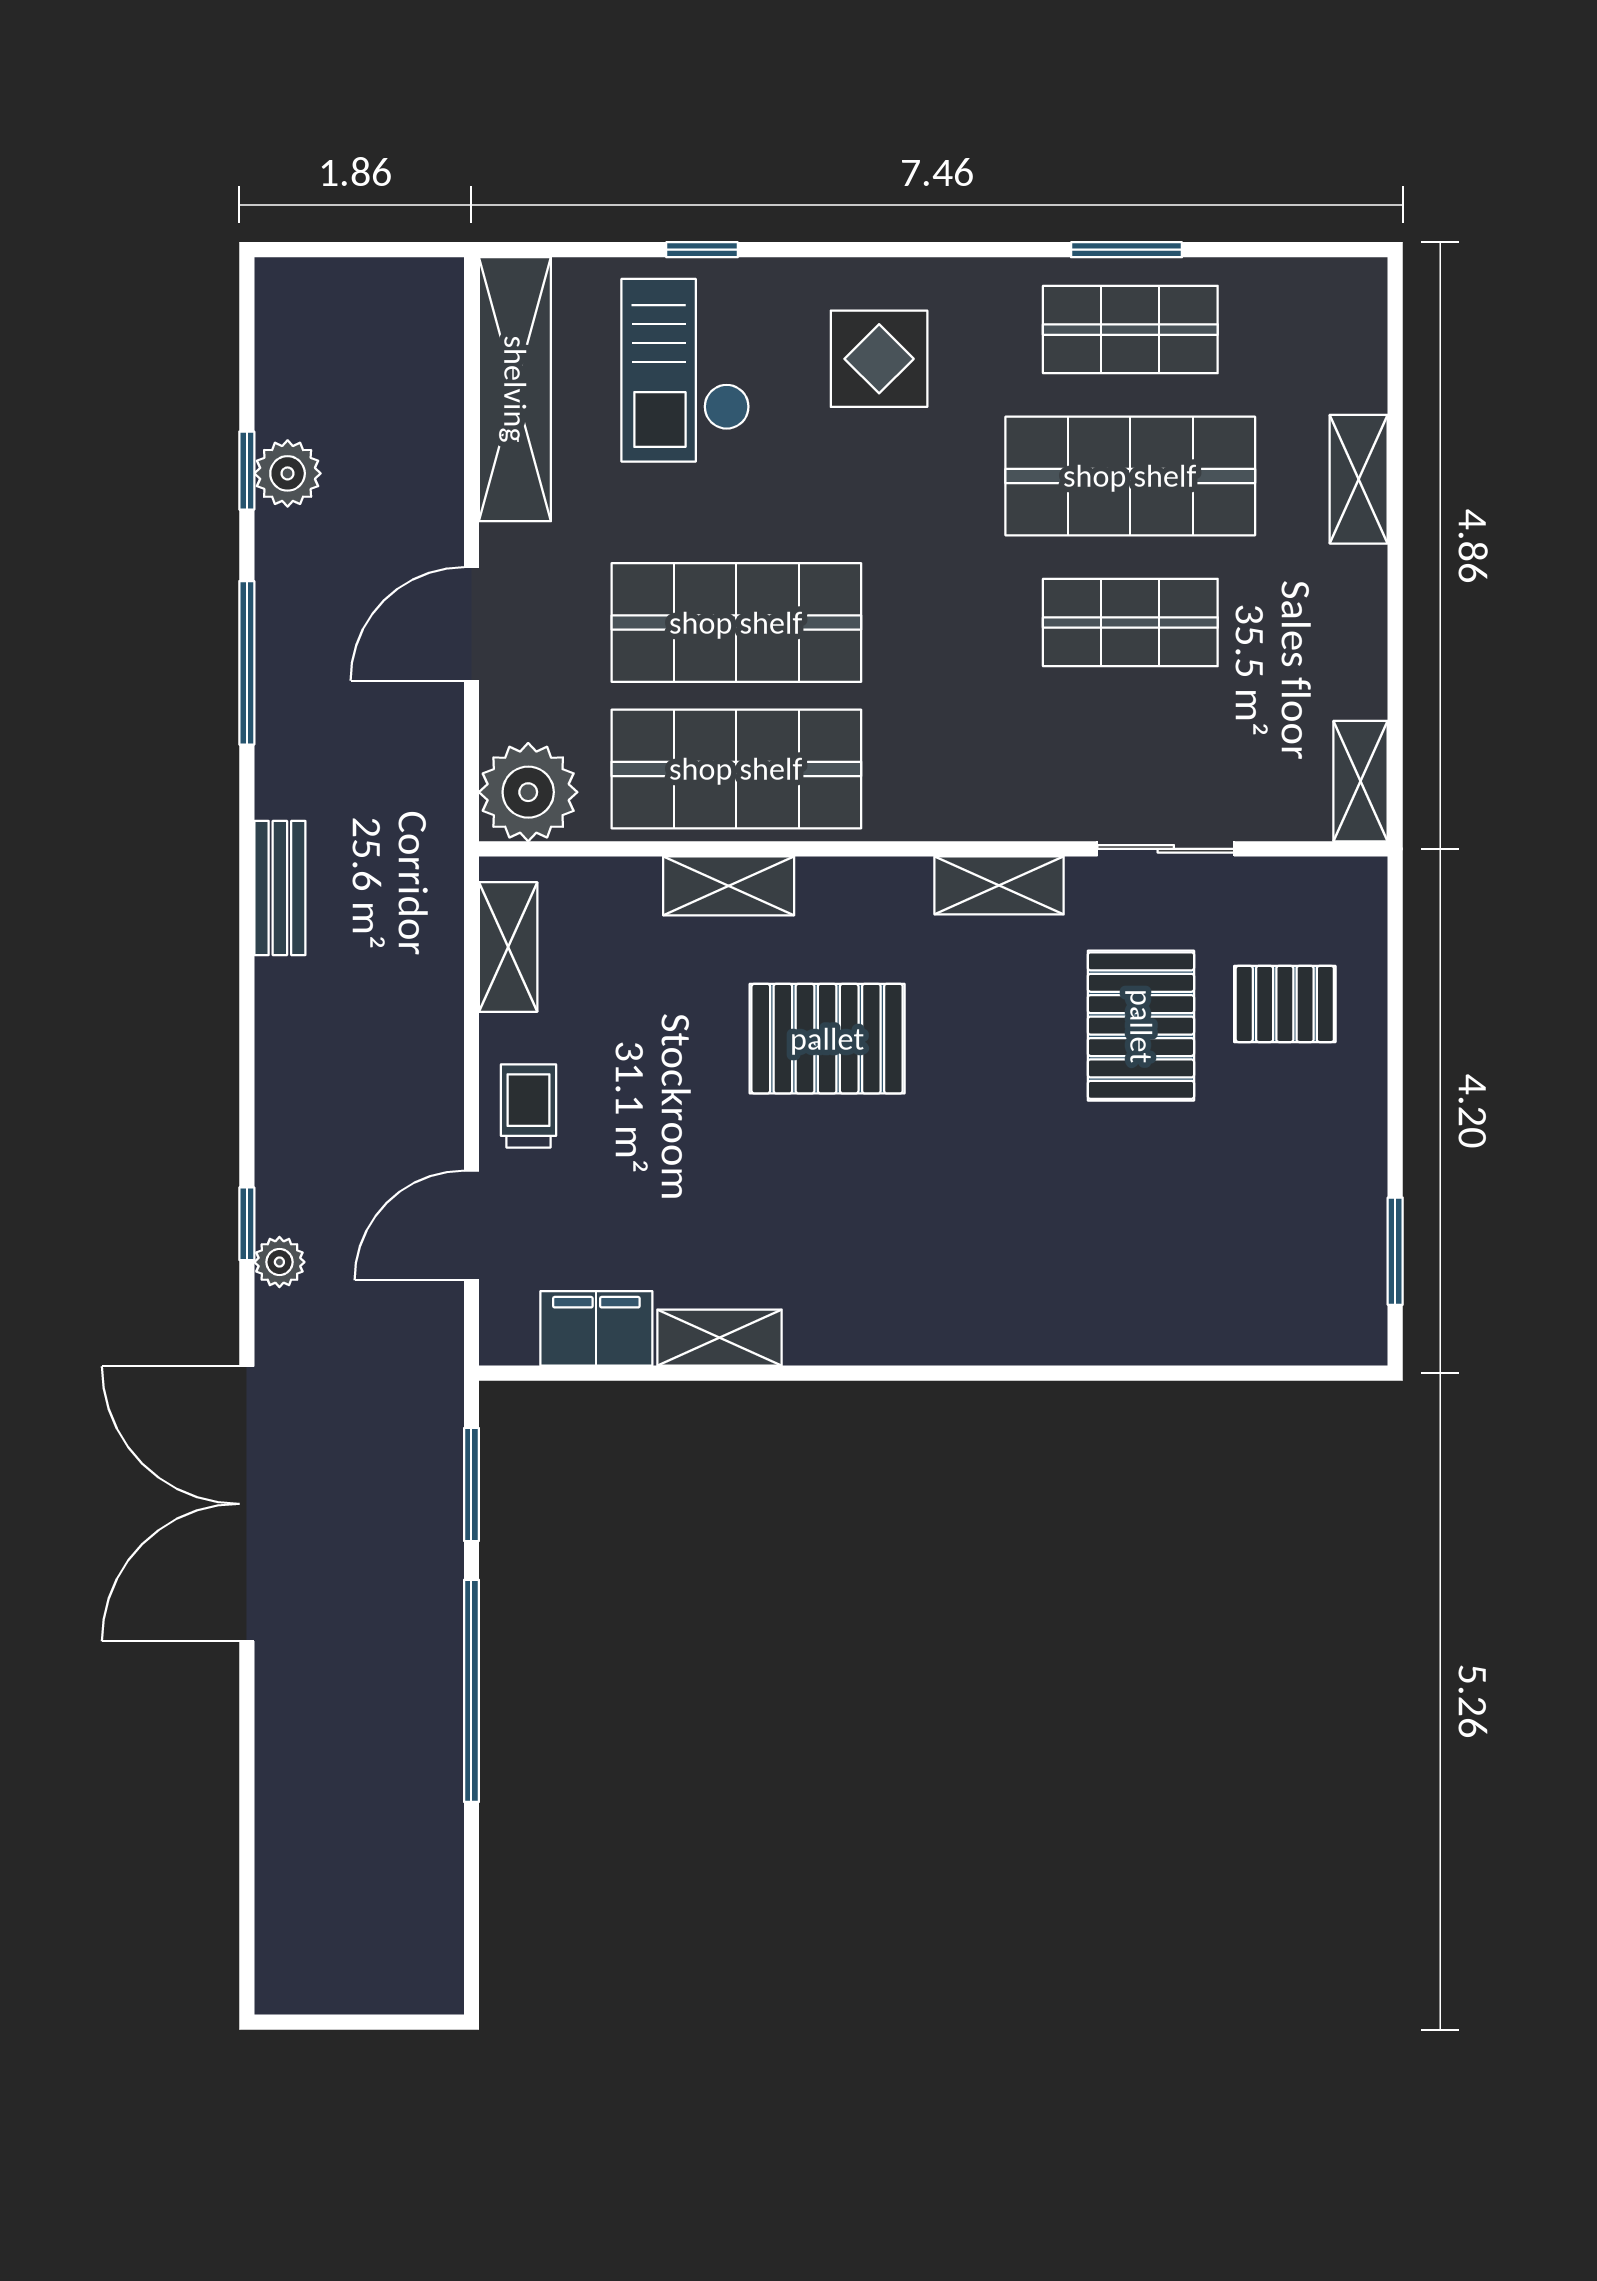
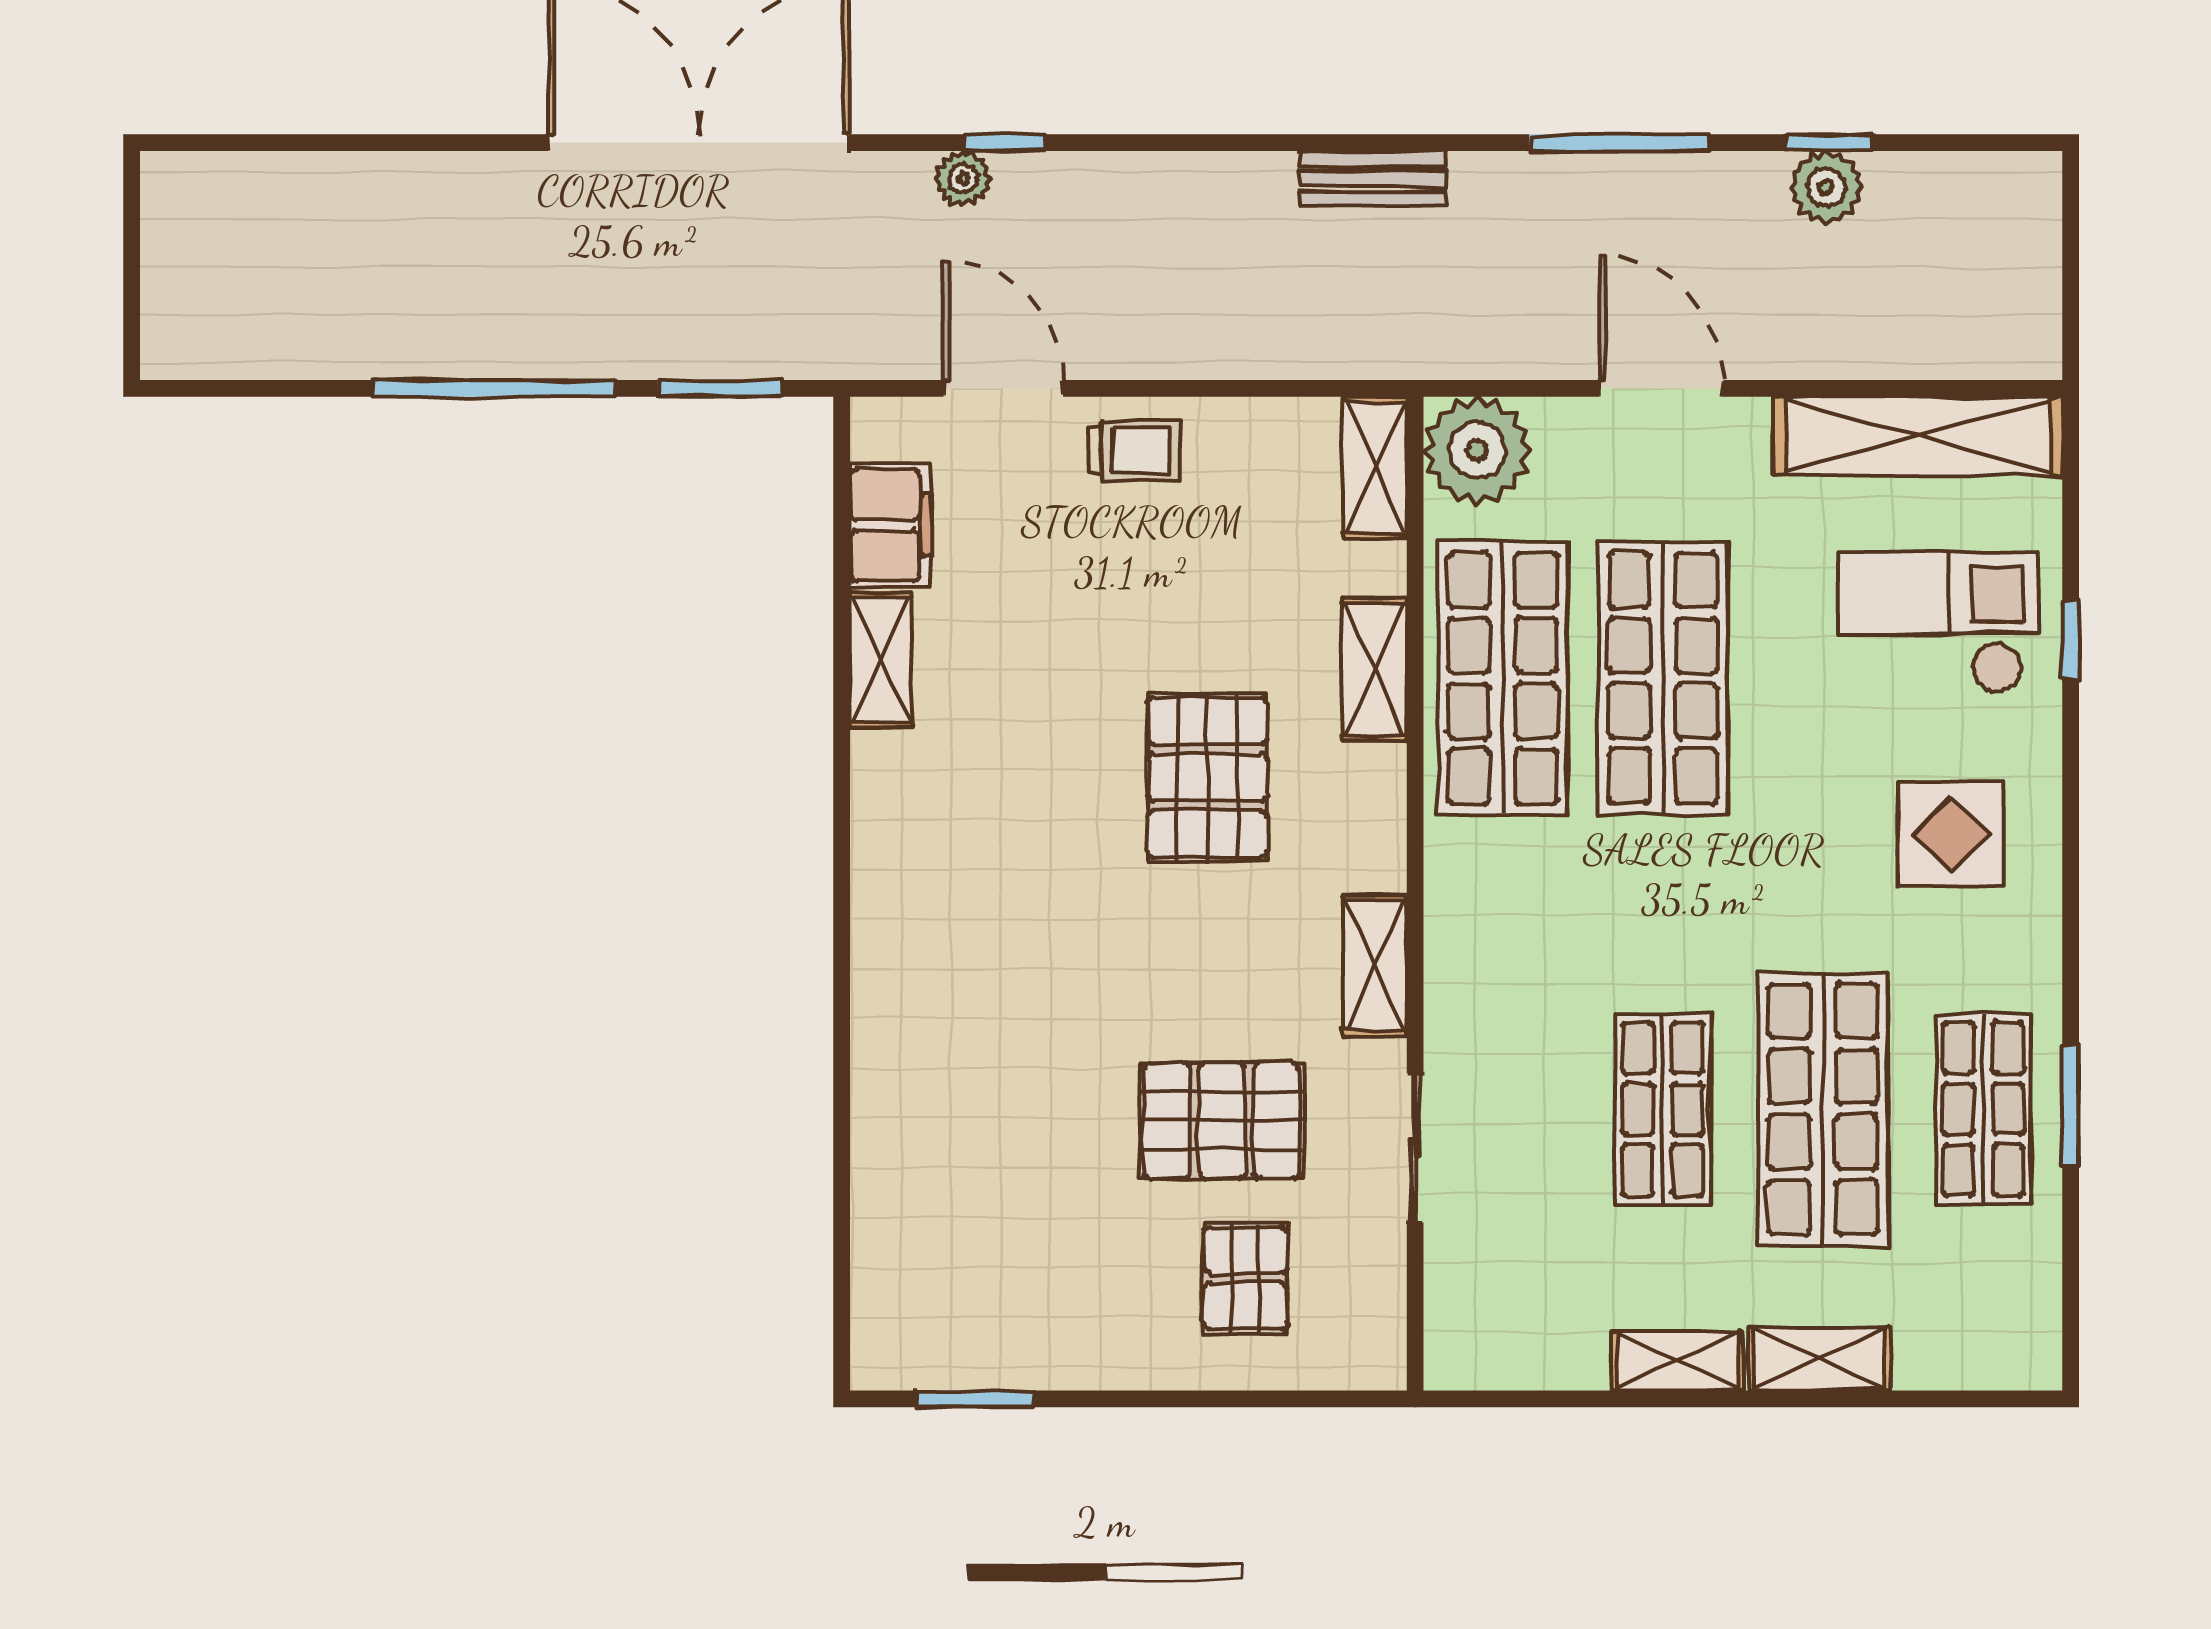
shelving: (1361, 781) -> (1678, 1361), moved
shelving: (508, 947) -> (1375, 468), moved, turned 90

